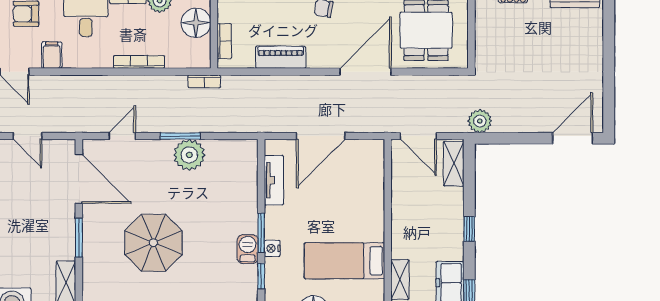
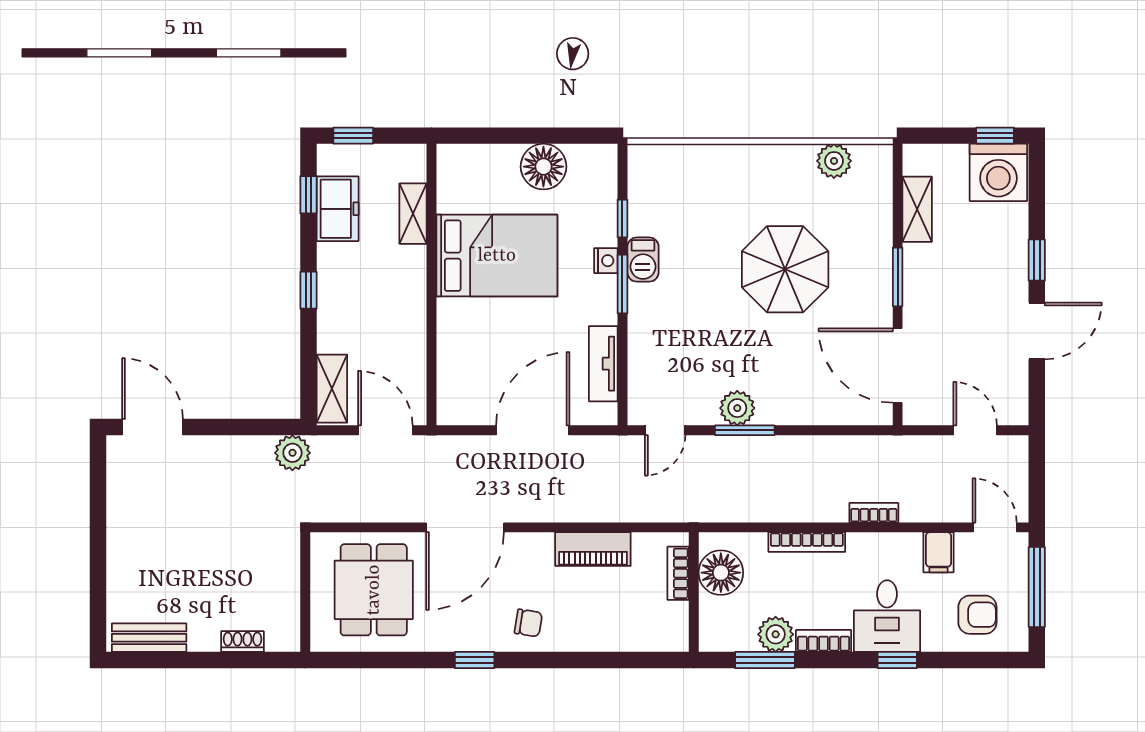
floor lamp: (196, 23) -> (721, 573), moved
bookcase: (204, 81) -> (874, 513), moved
door: (122, 136) -> (665, 430), moved
door: (573, 138) -> (152, 427), swing flipped
plant: (189, 155) -> (737, 408), width x0.73, depth x0.73
bed: (344, 261) -> (497, 256), width x1.50

